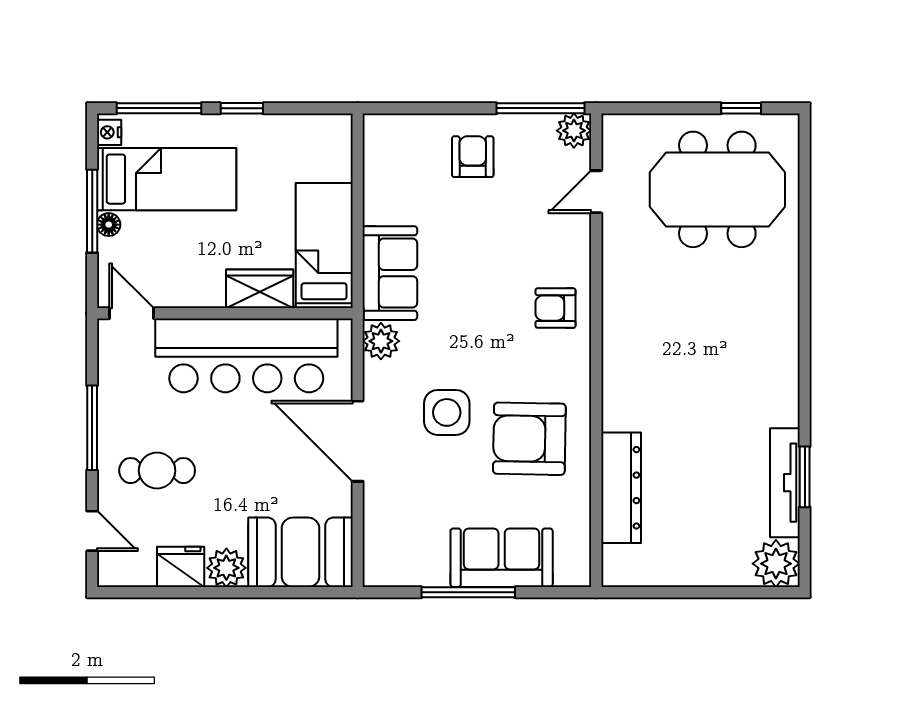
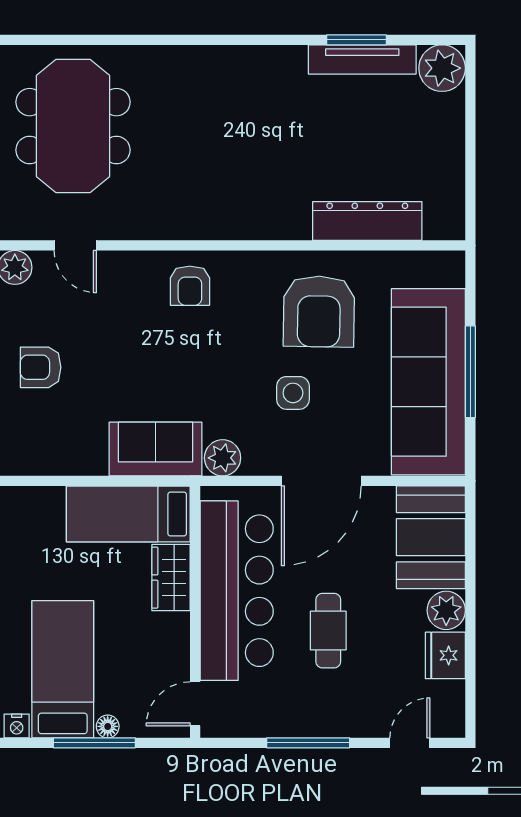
side table: (447, 412) -> (293, 393), width x0.73, depth x0.73
cafe table: (157, 471) -> (328, 631), moved
sofa: (502, 558) -> (428, 382), width x1.85, depth x1.27

